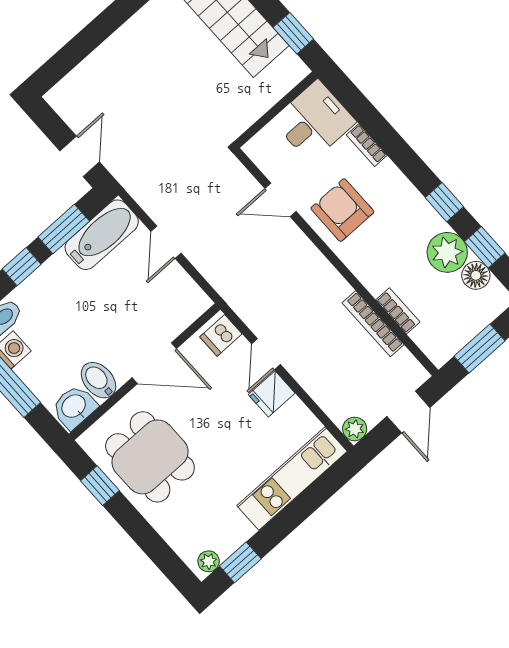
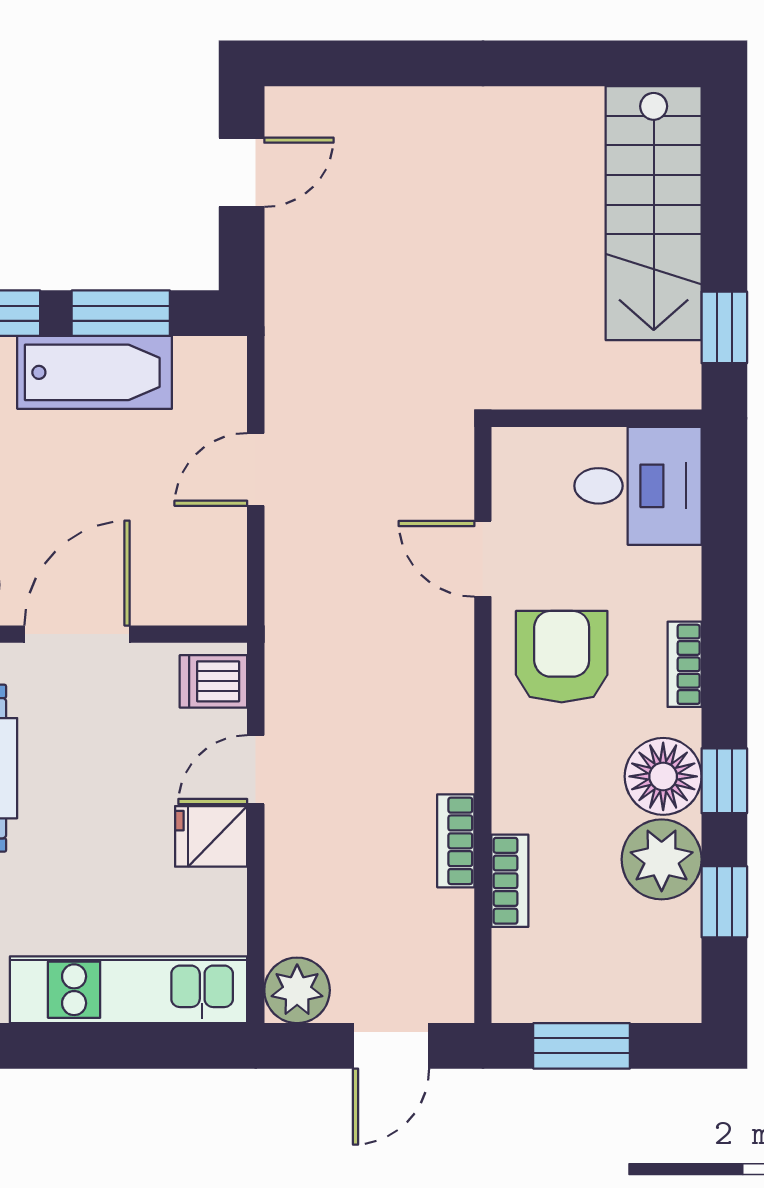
bookcase: (367, 145) -> (685, 664), moved
door: (80, 156) -> (242, 172), moved
bathtub: (102, 235) -> (95, 372), moved
floor lamp: (476, 275) -> (663, 776), moved, width x1.38, depth x1.38
bookcase: (373, 324) -> (456, 841), width x0.64
door: (154, 363) -> (77, 634), swing flipped
plant: (355, 429) -> (297, 990), width x1.38, depth x1.38

